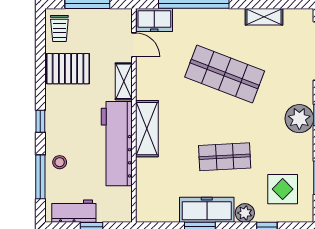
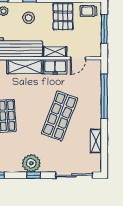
freezer: (154, 20) -> (55, 67), moved, turned -90
stool: (70, 123) -> (29, 18), added

